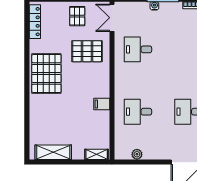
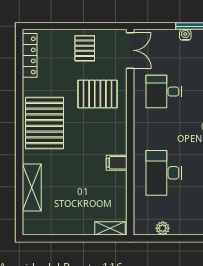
double door: (112, 18) -> (130, 50), swing flipped
desk: (138, 112) -> (164, 173), width x1.37
shelving: (53, 152) -> (32, 188), moved, turned 90

